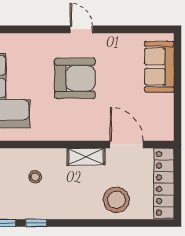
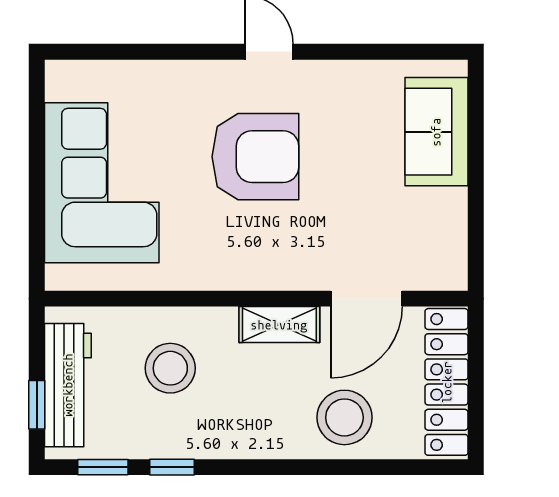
door: (127, 144) -> (366, 299), swing flipped
stool: (35, 177) -> (170, 368), width x1.89, depth x1.89

